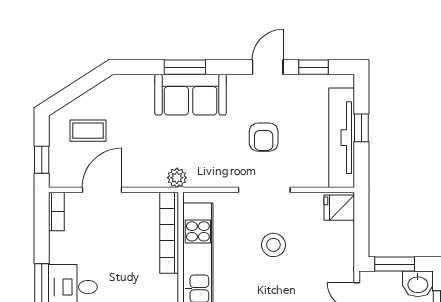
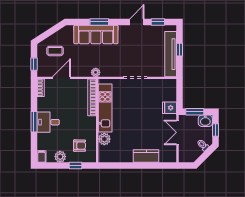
sofa: (191, 95) -> (96, 35), width x1.36
armchair: (264, 137) -> (135, 54), removed
fridge: (339, 208) -> (169, 108), moved
stool: (273, 245) -> (140, 103), removed

